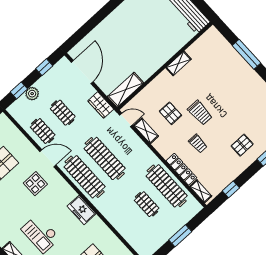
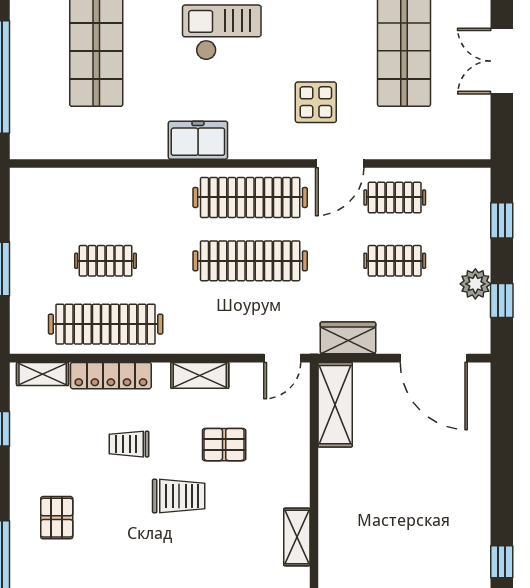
plant: (32, 94) -> (475, 284), moved
trolley: (200, 113) -> (179, 496), turned 180
shelving: (146, 131) -> (200, 375), moved

